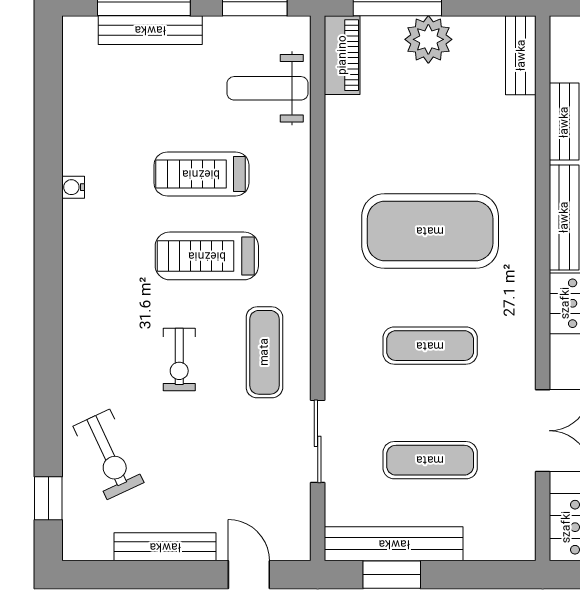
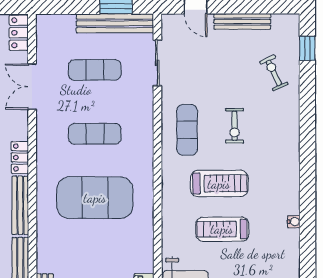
treadmill: (201, 174) -> (222, 229), turned 180
exercise bike: (179, 360) -> (235, 126), turned 180
sliding door: (318, 441) -> (157, 63), moved
exercise bike: (108, 454) -> (274, 73), width x0.73, depth x0.72

